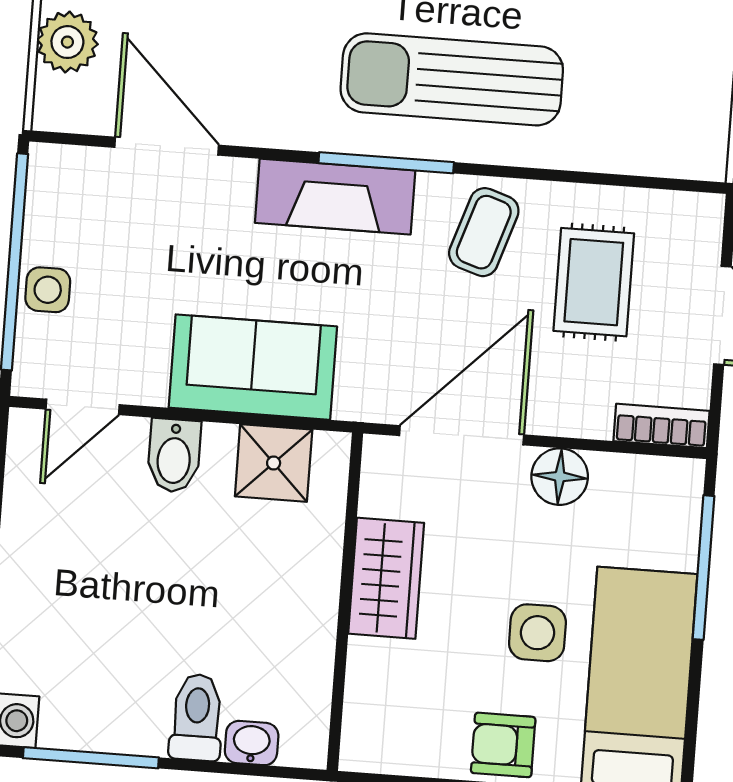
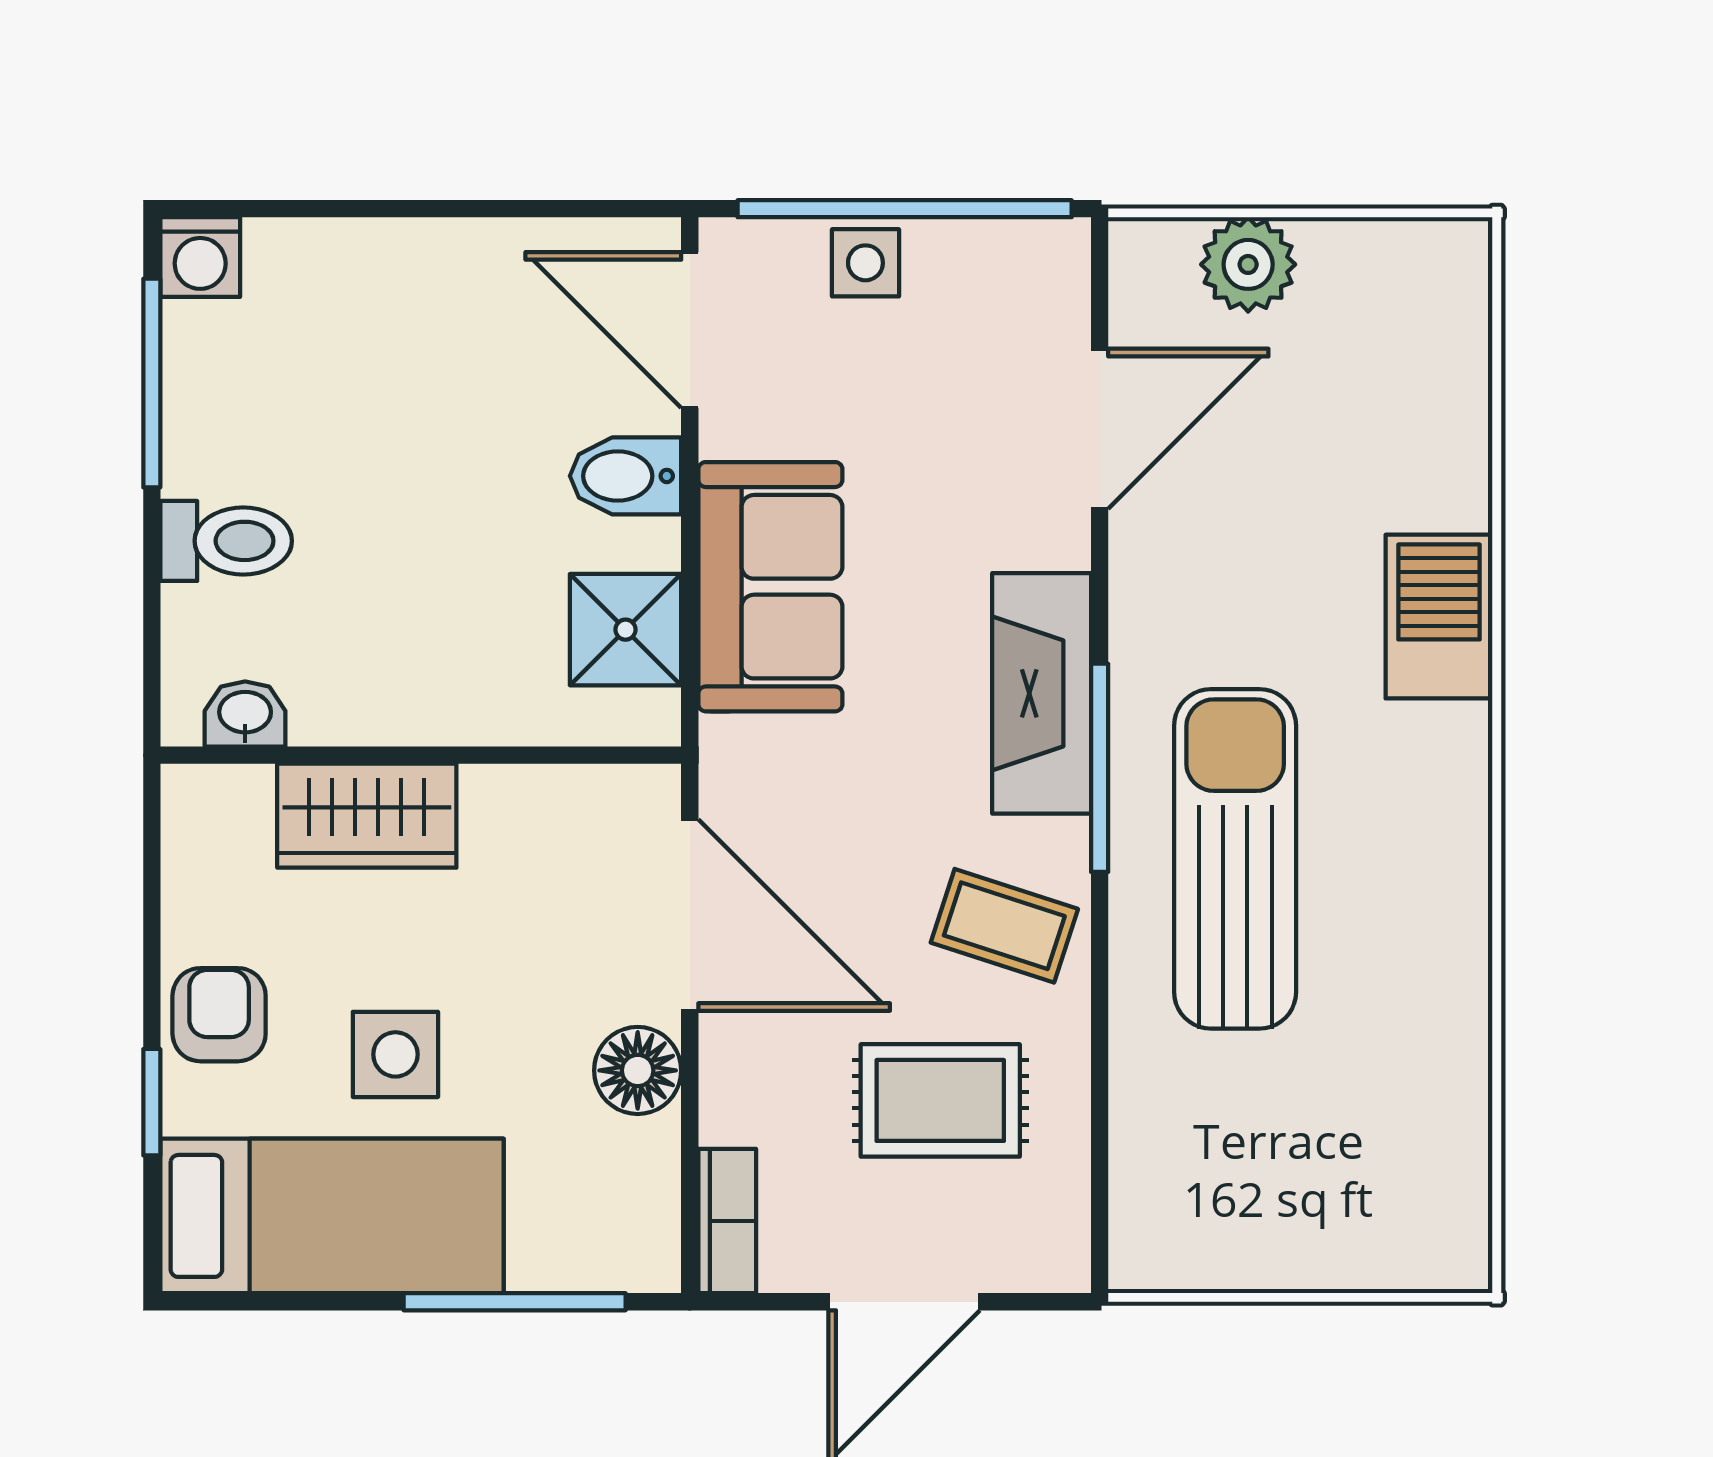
door: (83, 407) -> (690, 330), width x1.38
wardrobe: (386, 578) -> (367, 816), moved
washbasin: (252, 743) -> (245, 714), moved, turned -90

